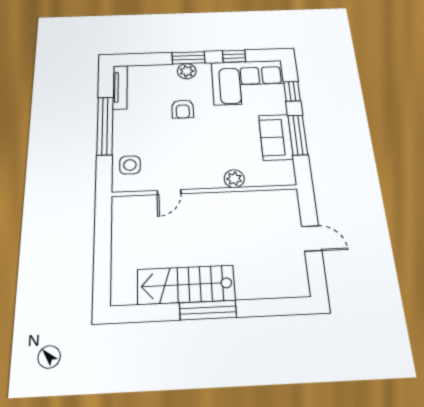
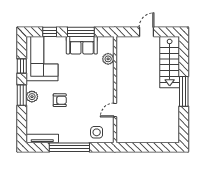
plant: (234, 179) -> (108, 59), moved
door: (169, 192) -> (115, 110), swing flipped
stairs: (186, 285) -> (170, 62), moved

